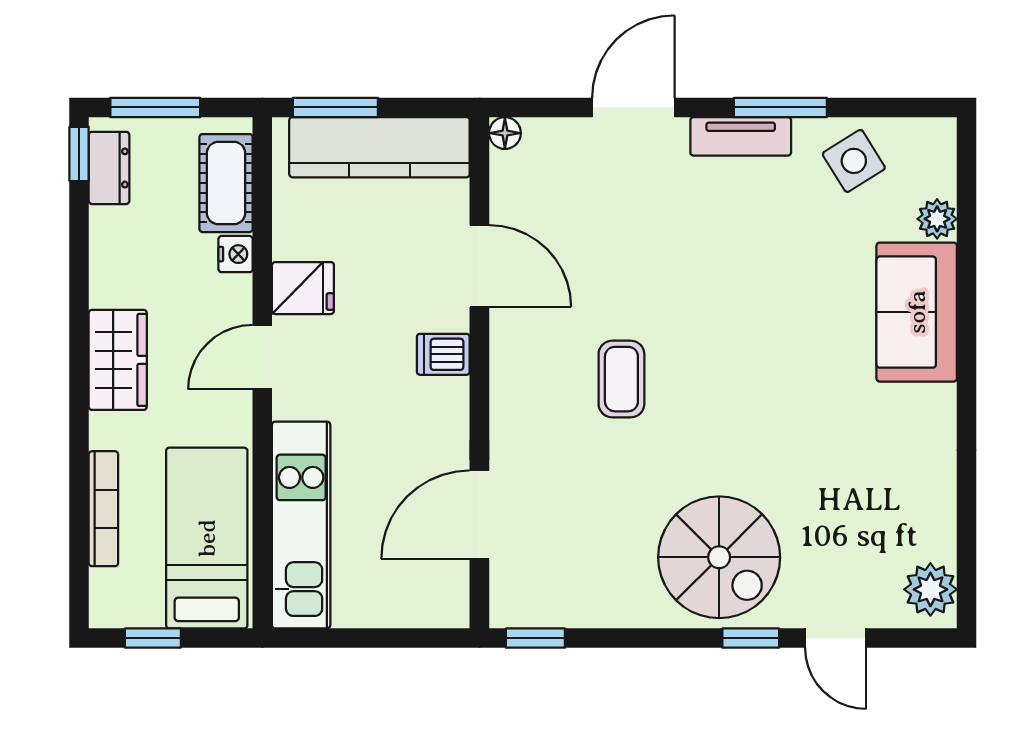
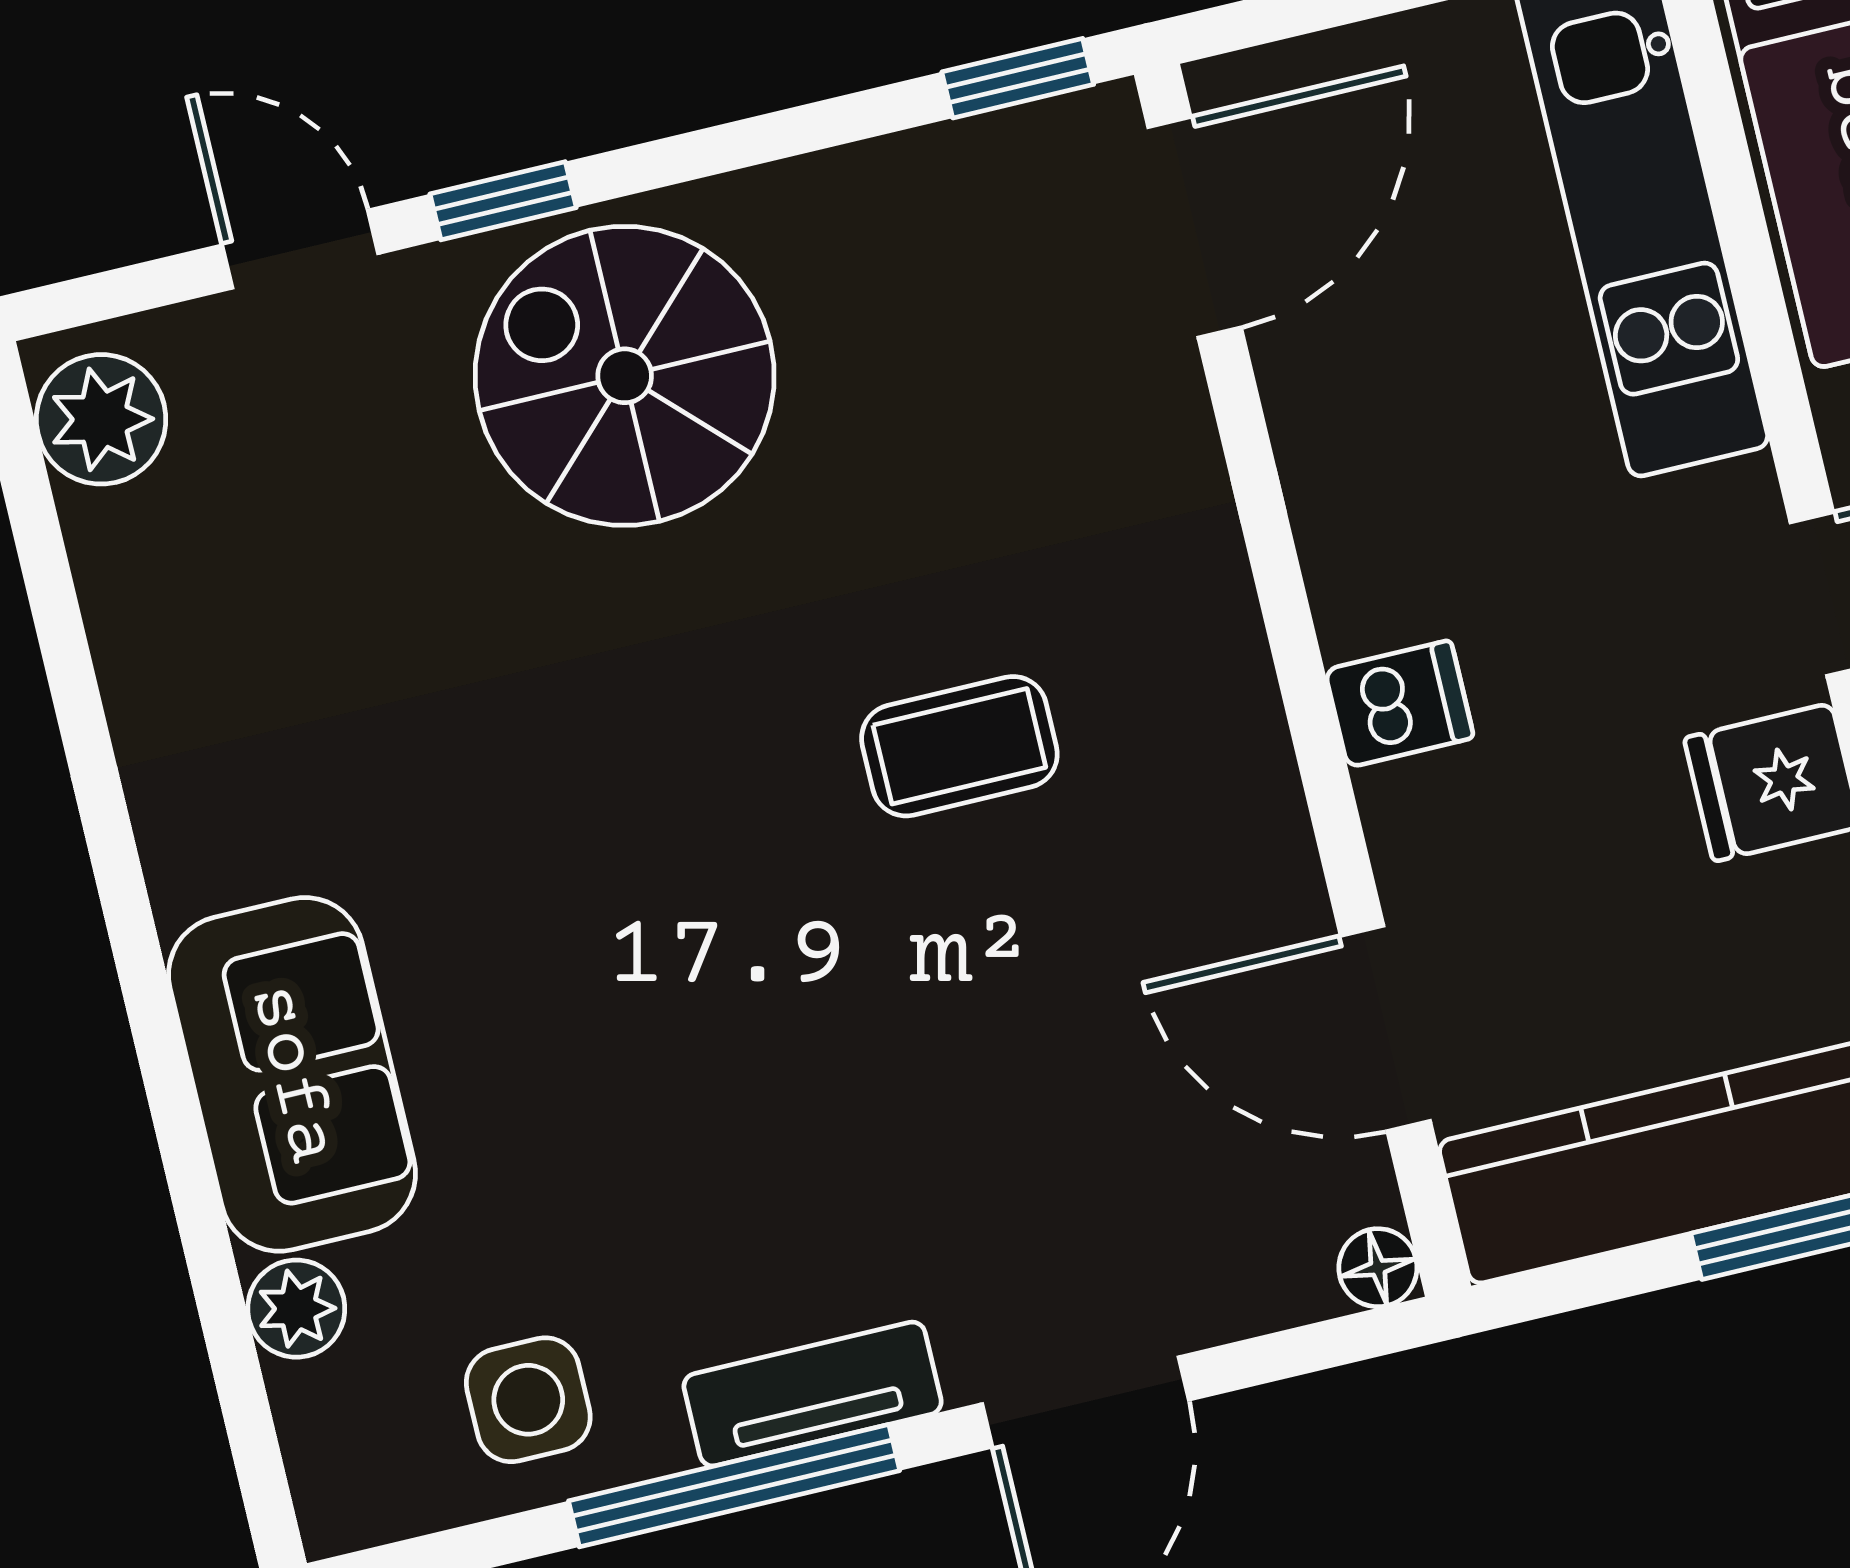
window: (780, 107) -> (734, 1486), width x1.44
side table: (854, 161) -> (528, 1400), turned 32
door: (479, 266) -> (1385, 1028), moved
coffee table: (621, 379) -> (959, 746), turned 90
door: (479, 515) -> (1195, 227), moved

